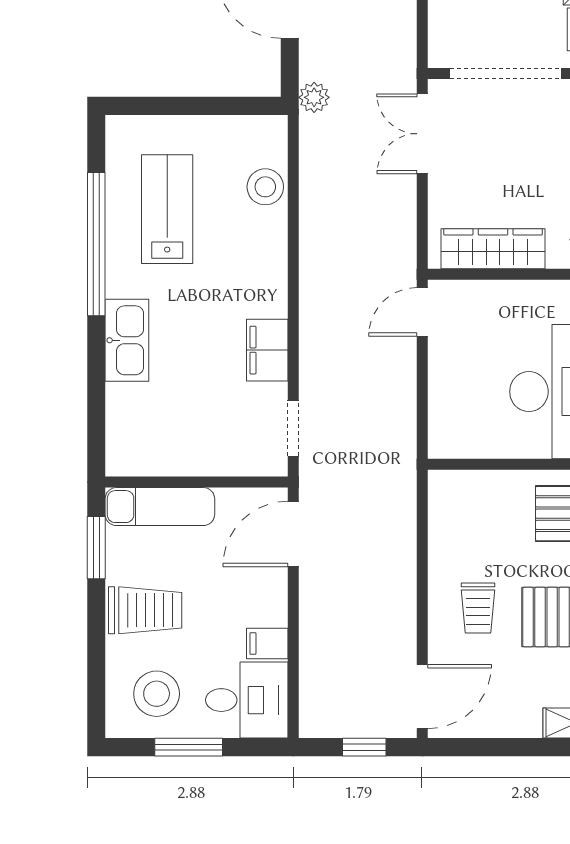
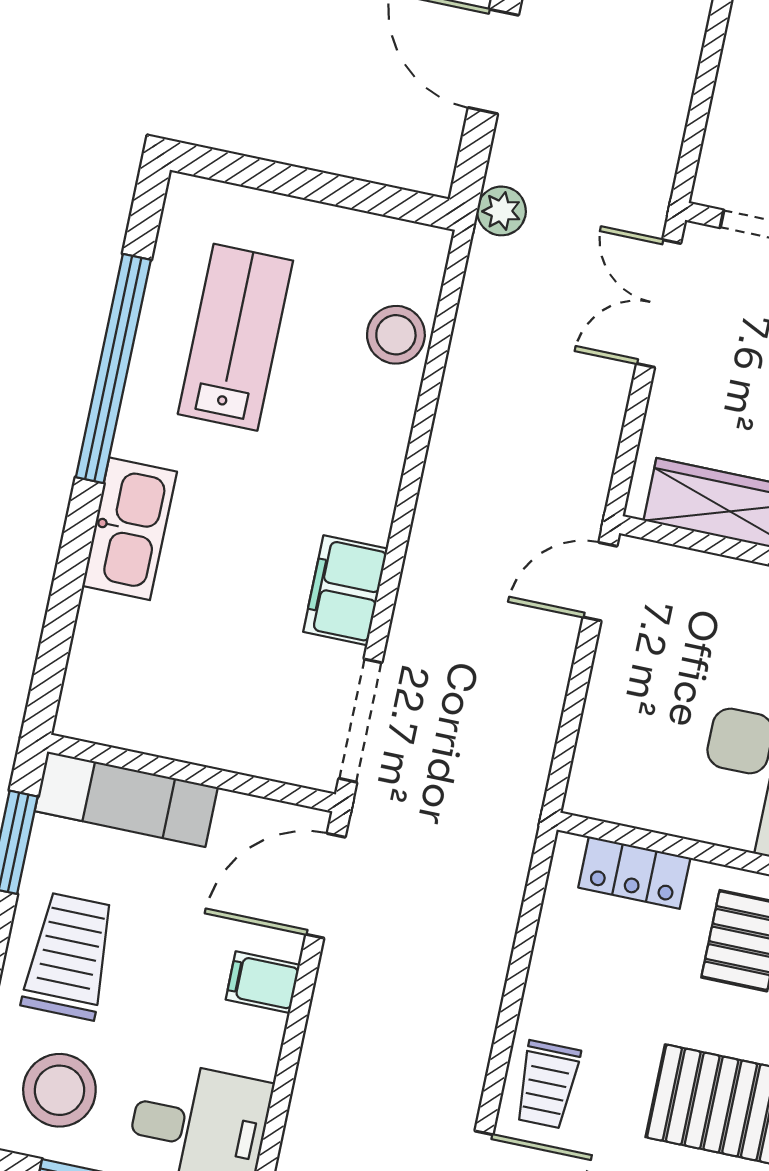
doorway: (293, 428) -> (360, 721), width x1.38
locker: (481, 486) -> (634, 873), added
trolley: (478, 608) -> (547, 1085), moved
trolley: (145, 610) -> (69, 956), turned -90
filing cabinet: (267, 643) -> (263, 982), moved

